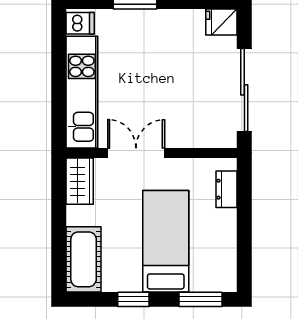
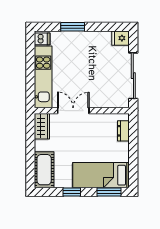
bed: (166, 241) -> (101, 175), moved, turned -90

